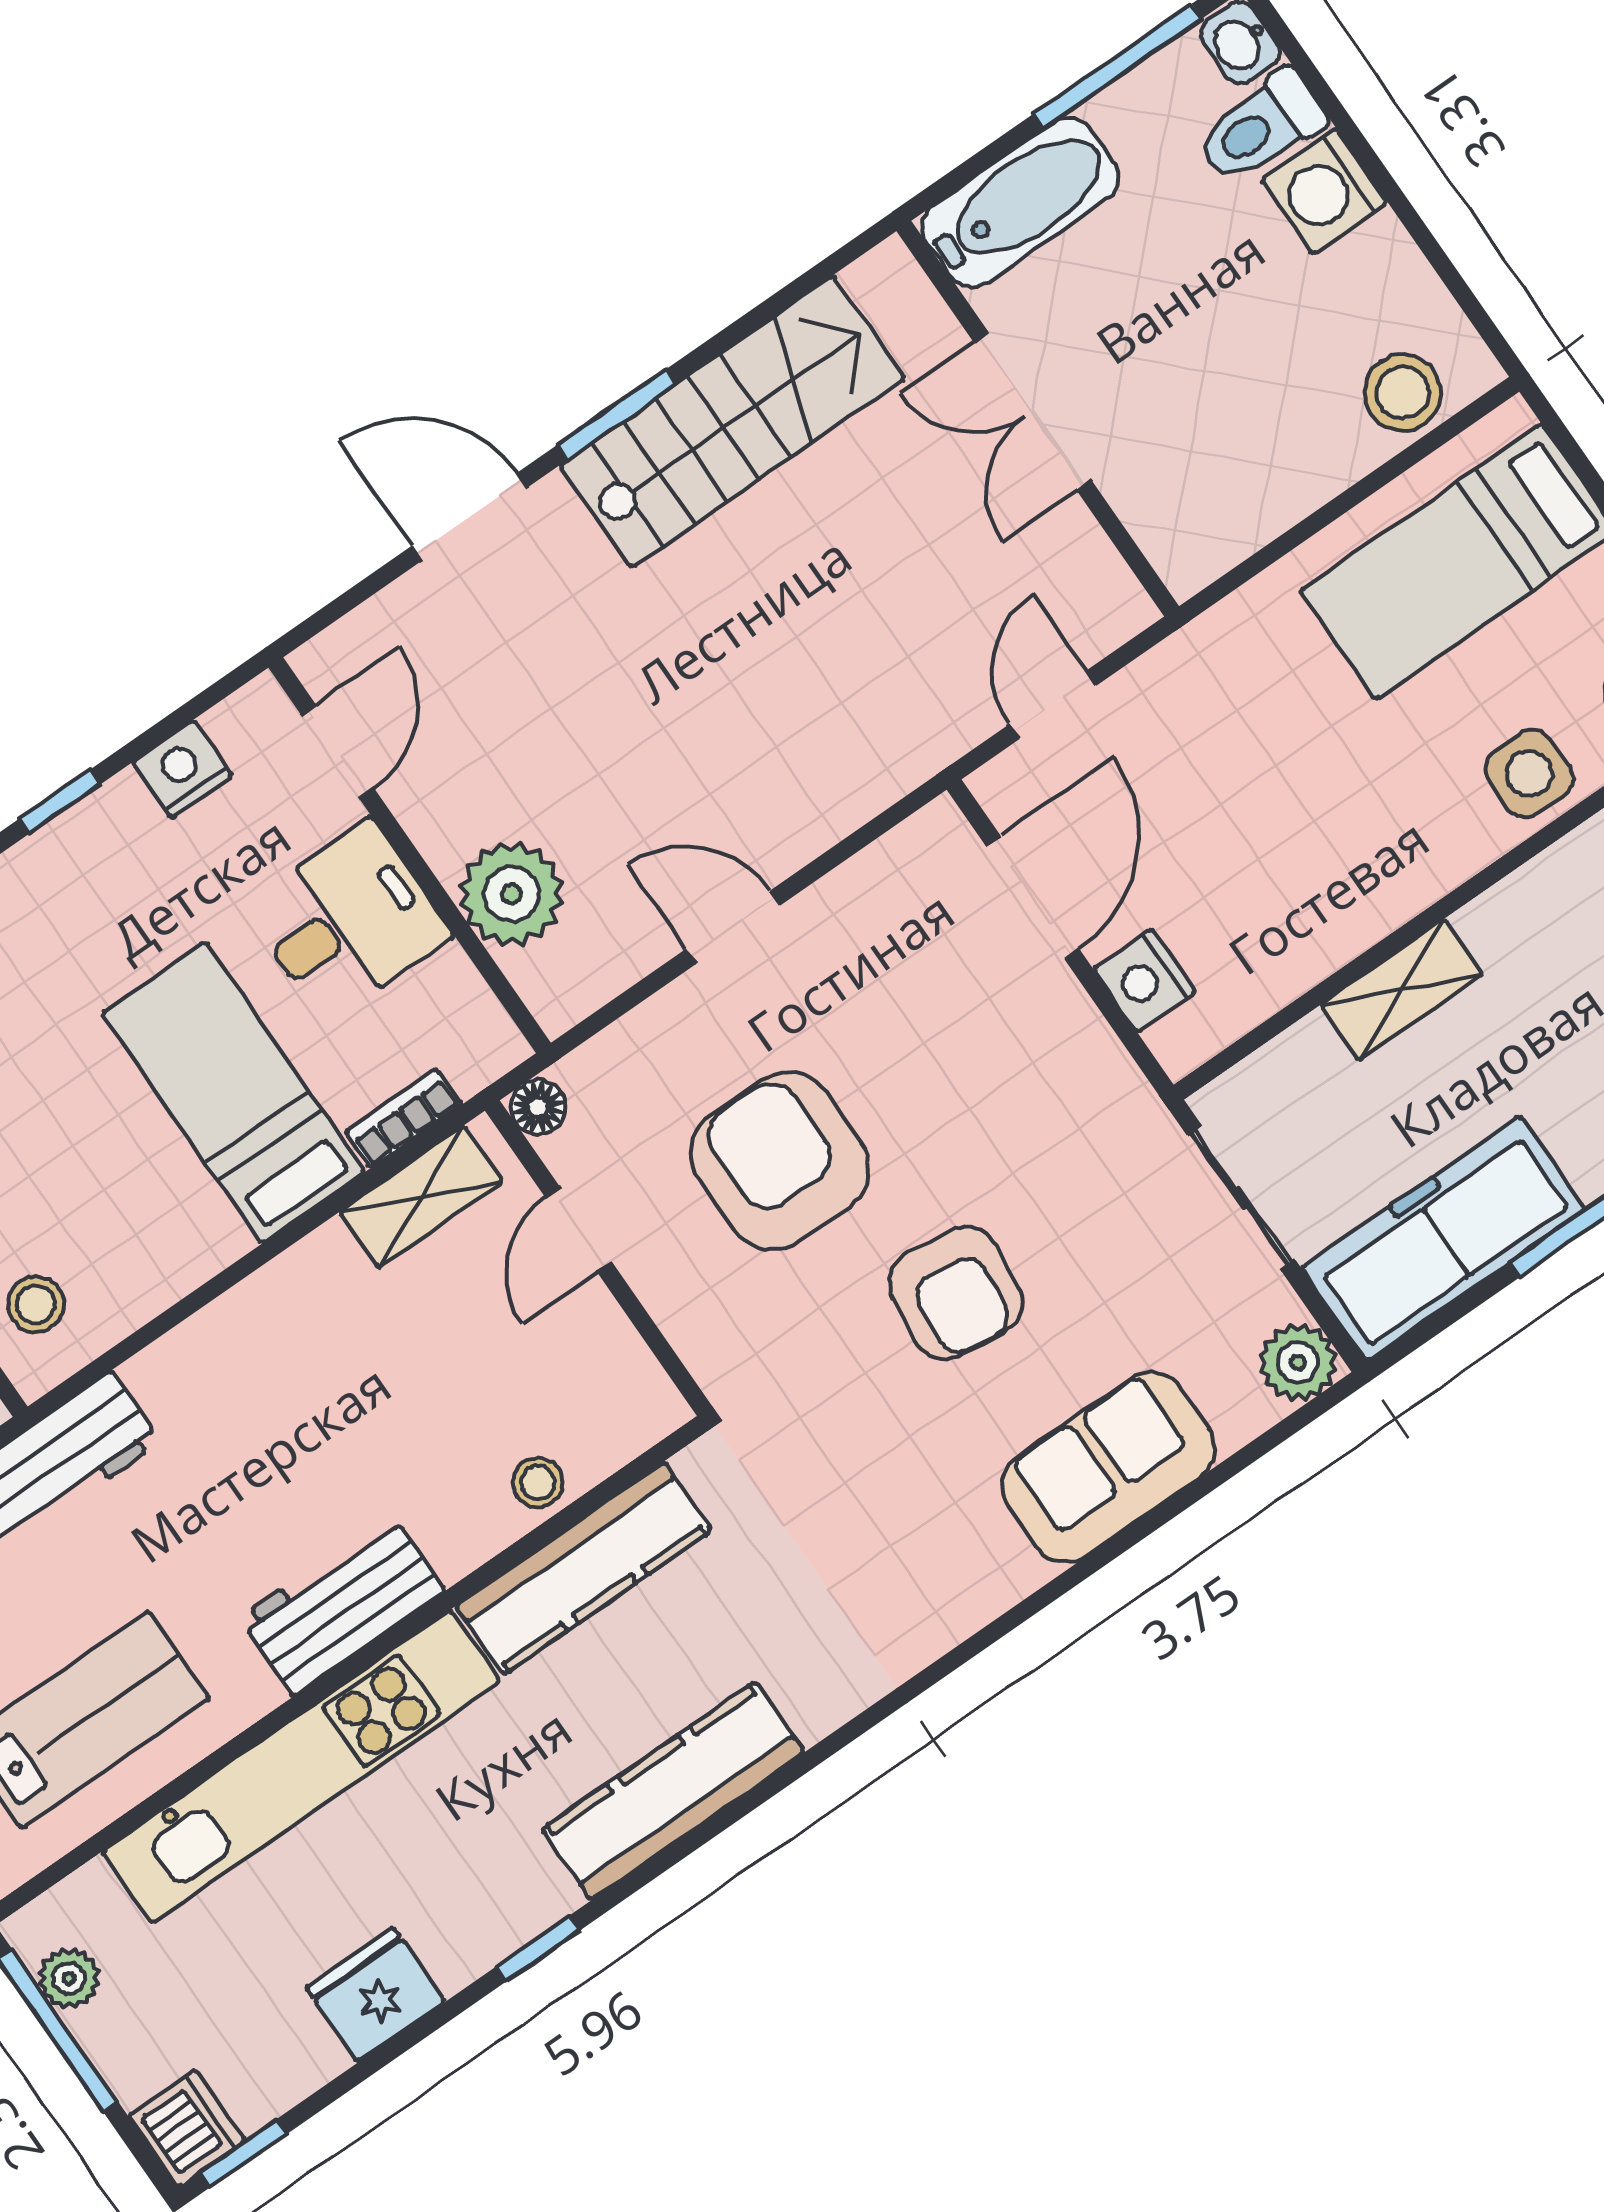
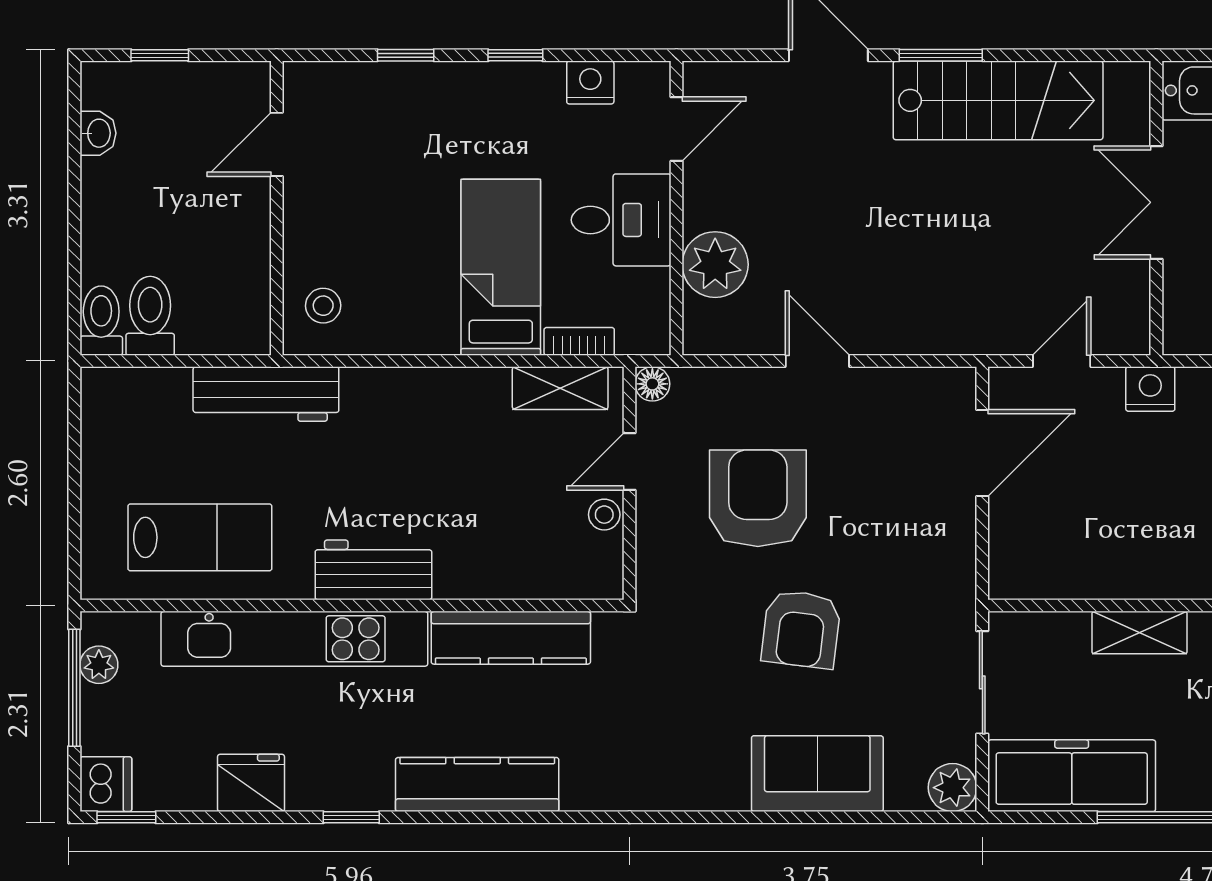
nightstand: (1145, 980) -> (1150, 389), moved, turned 90
stool: (538, 1483) -> (604, 515), moved

